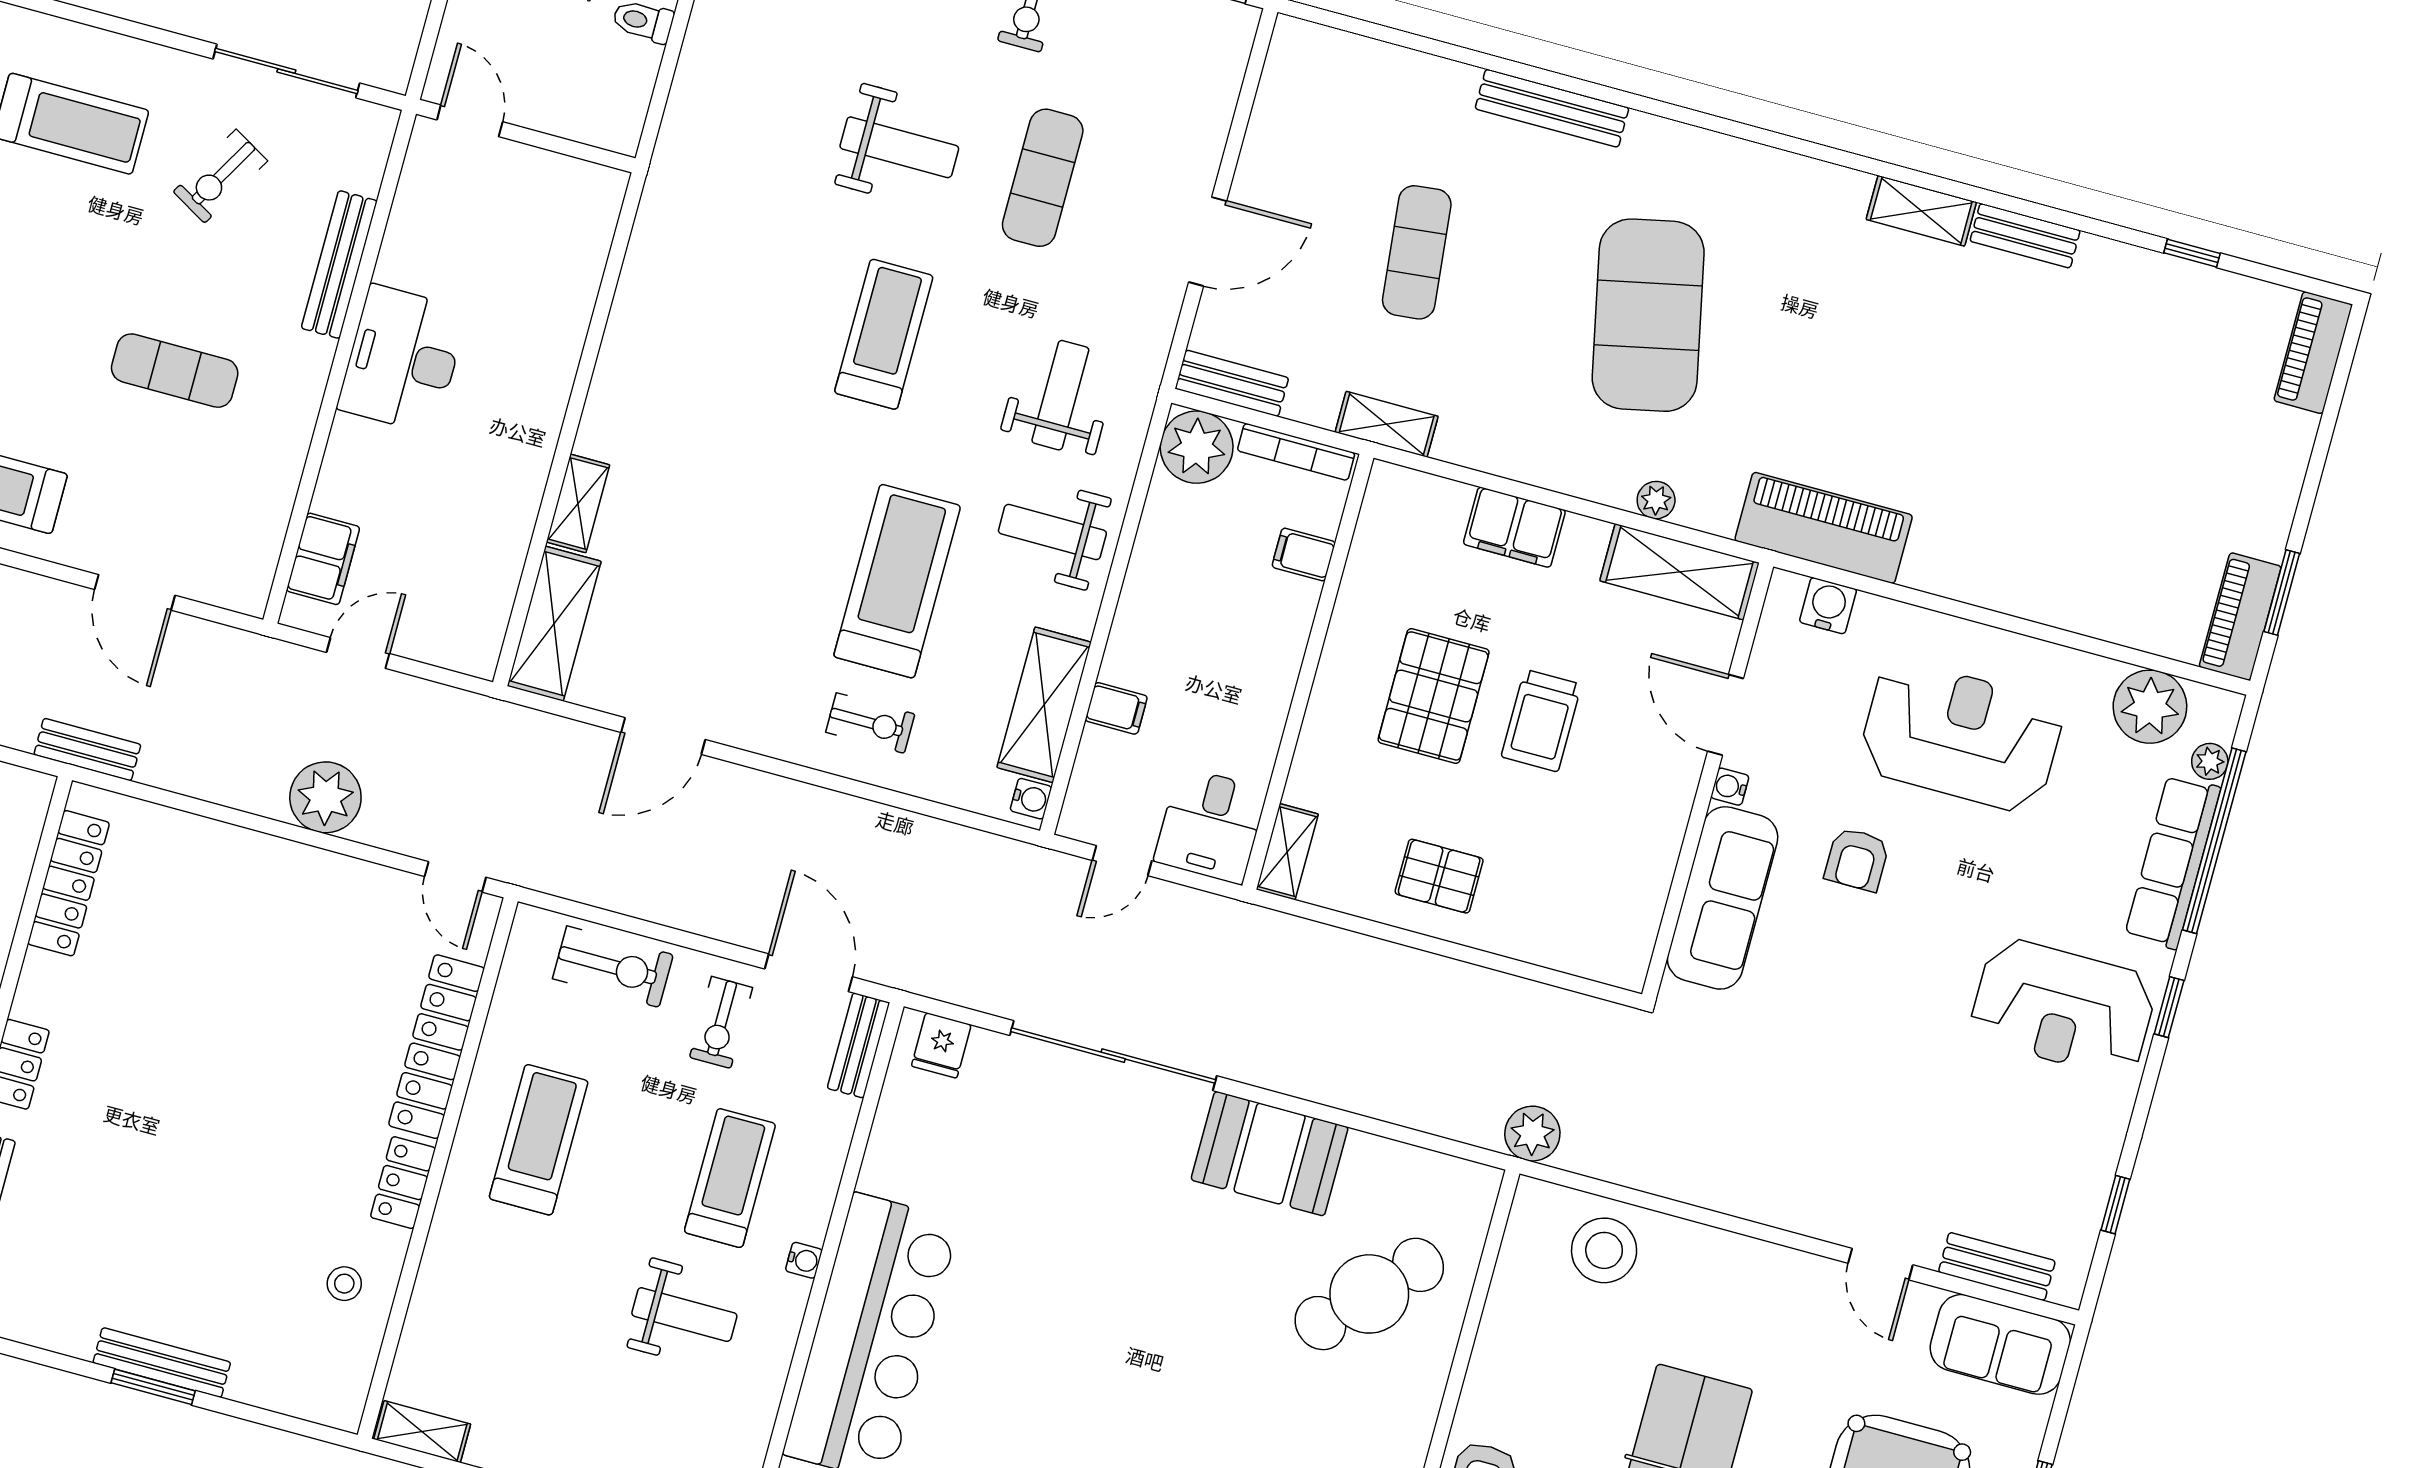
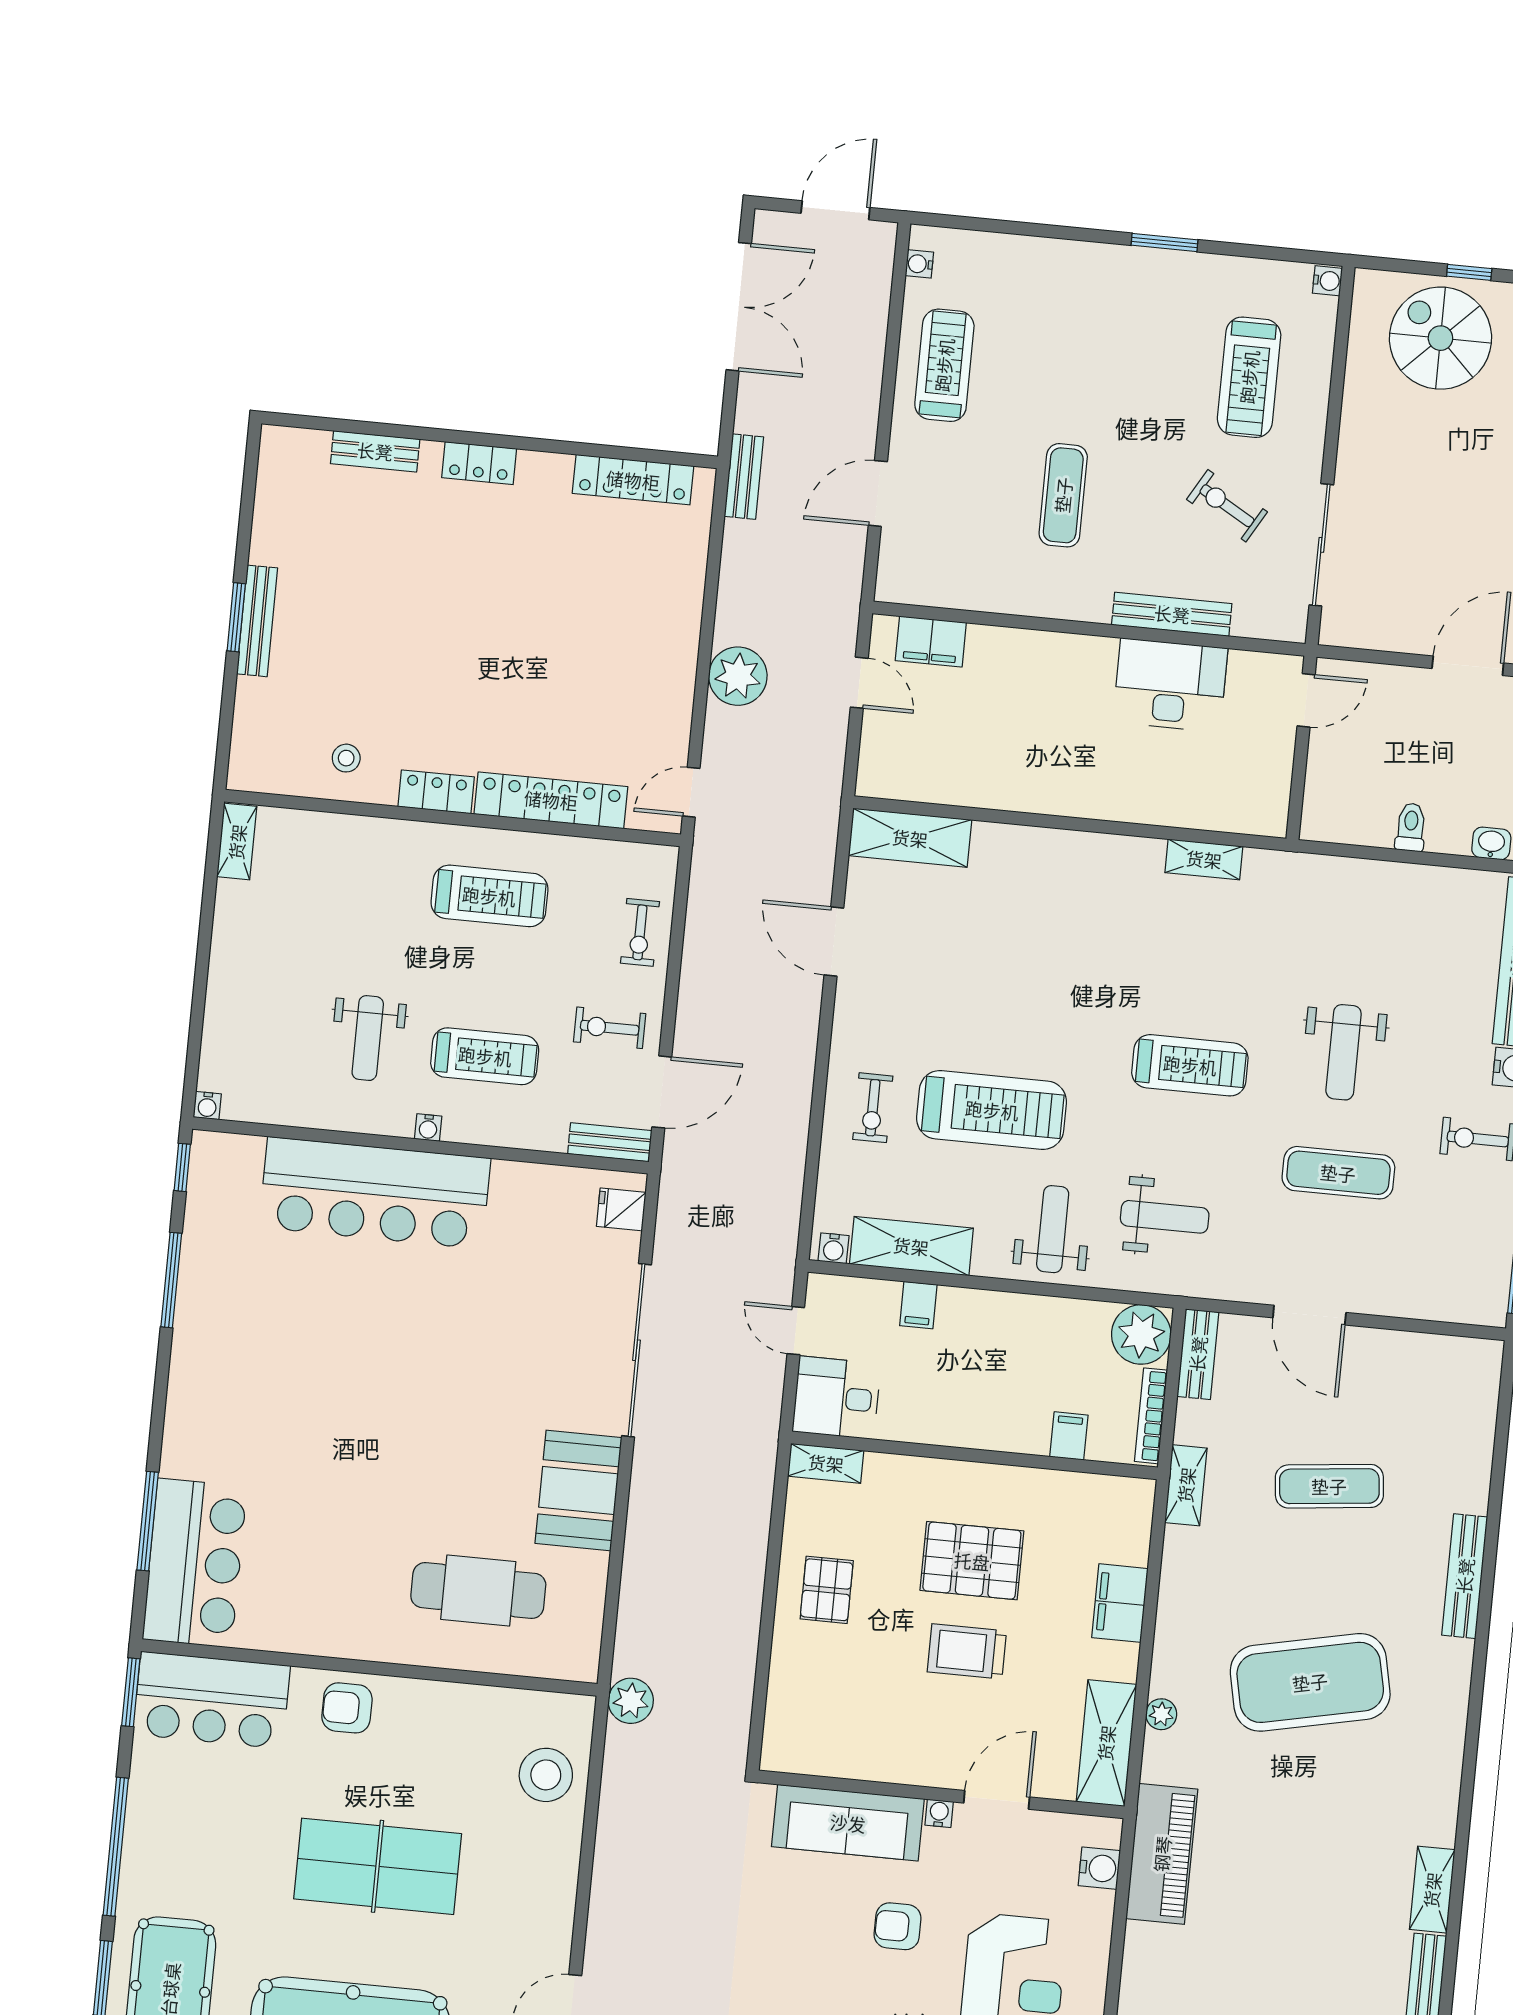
desk: (403, 359) -> (1170, 685), moved
shelving: (578, 503) -> (1204, 859), moved
exercise bike: (613, 967) -> (640, 932), width x0.73, depth x0.72
cafe table: (1369, 1294) -> (478, 1591), turned -44

